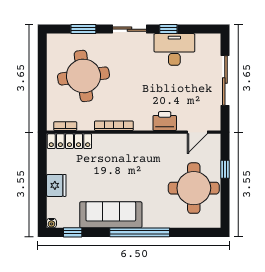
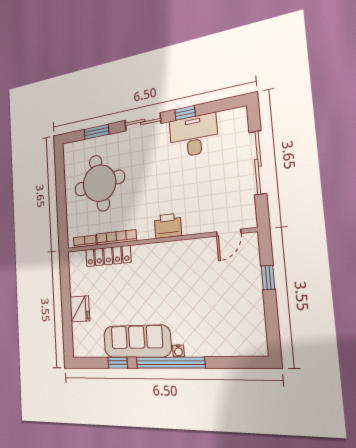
printer: (165, 121) -> (168, 226), moved
bookcase: (114, 126) -> (116, 237), moved
locker: (69, 141) -> (108, 256), moved
round table: (194, 188) -> (230, 304), removed
water cooler: (51, 223) -> (178, 351), moved
window: (73, 232) -> (118, 363), moved

